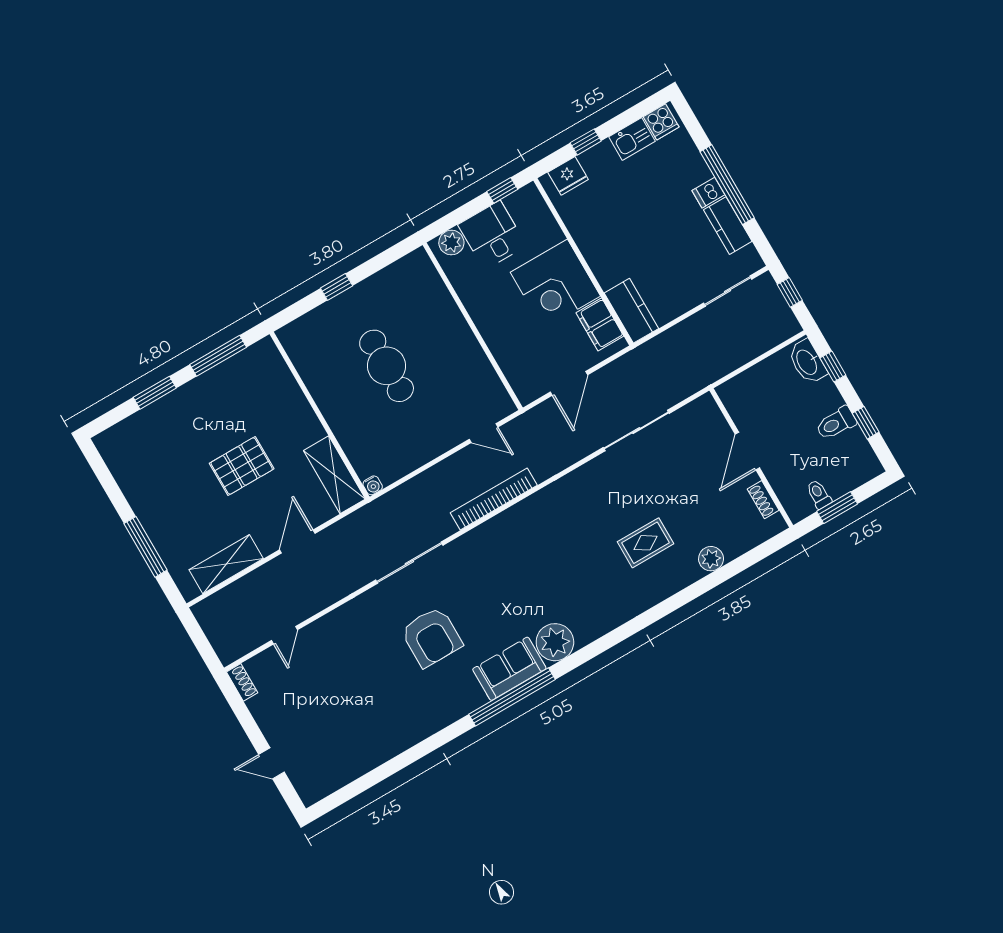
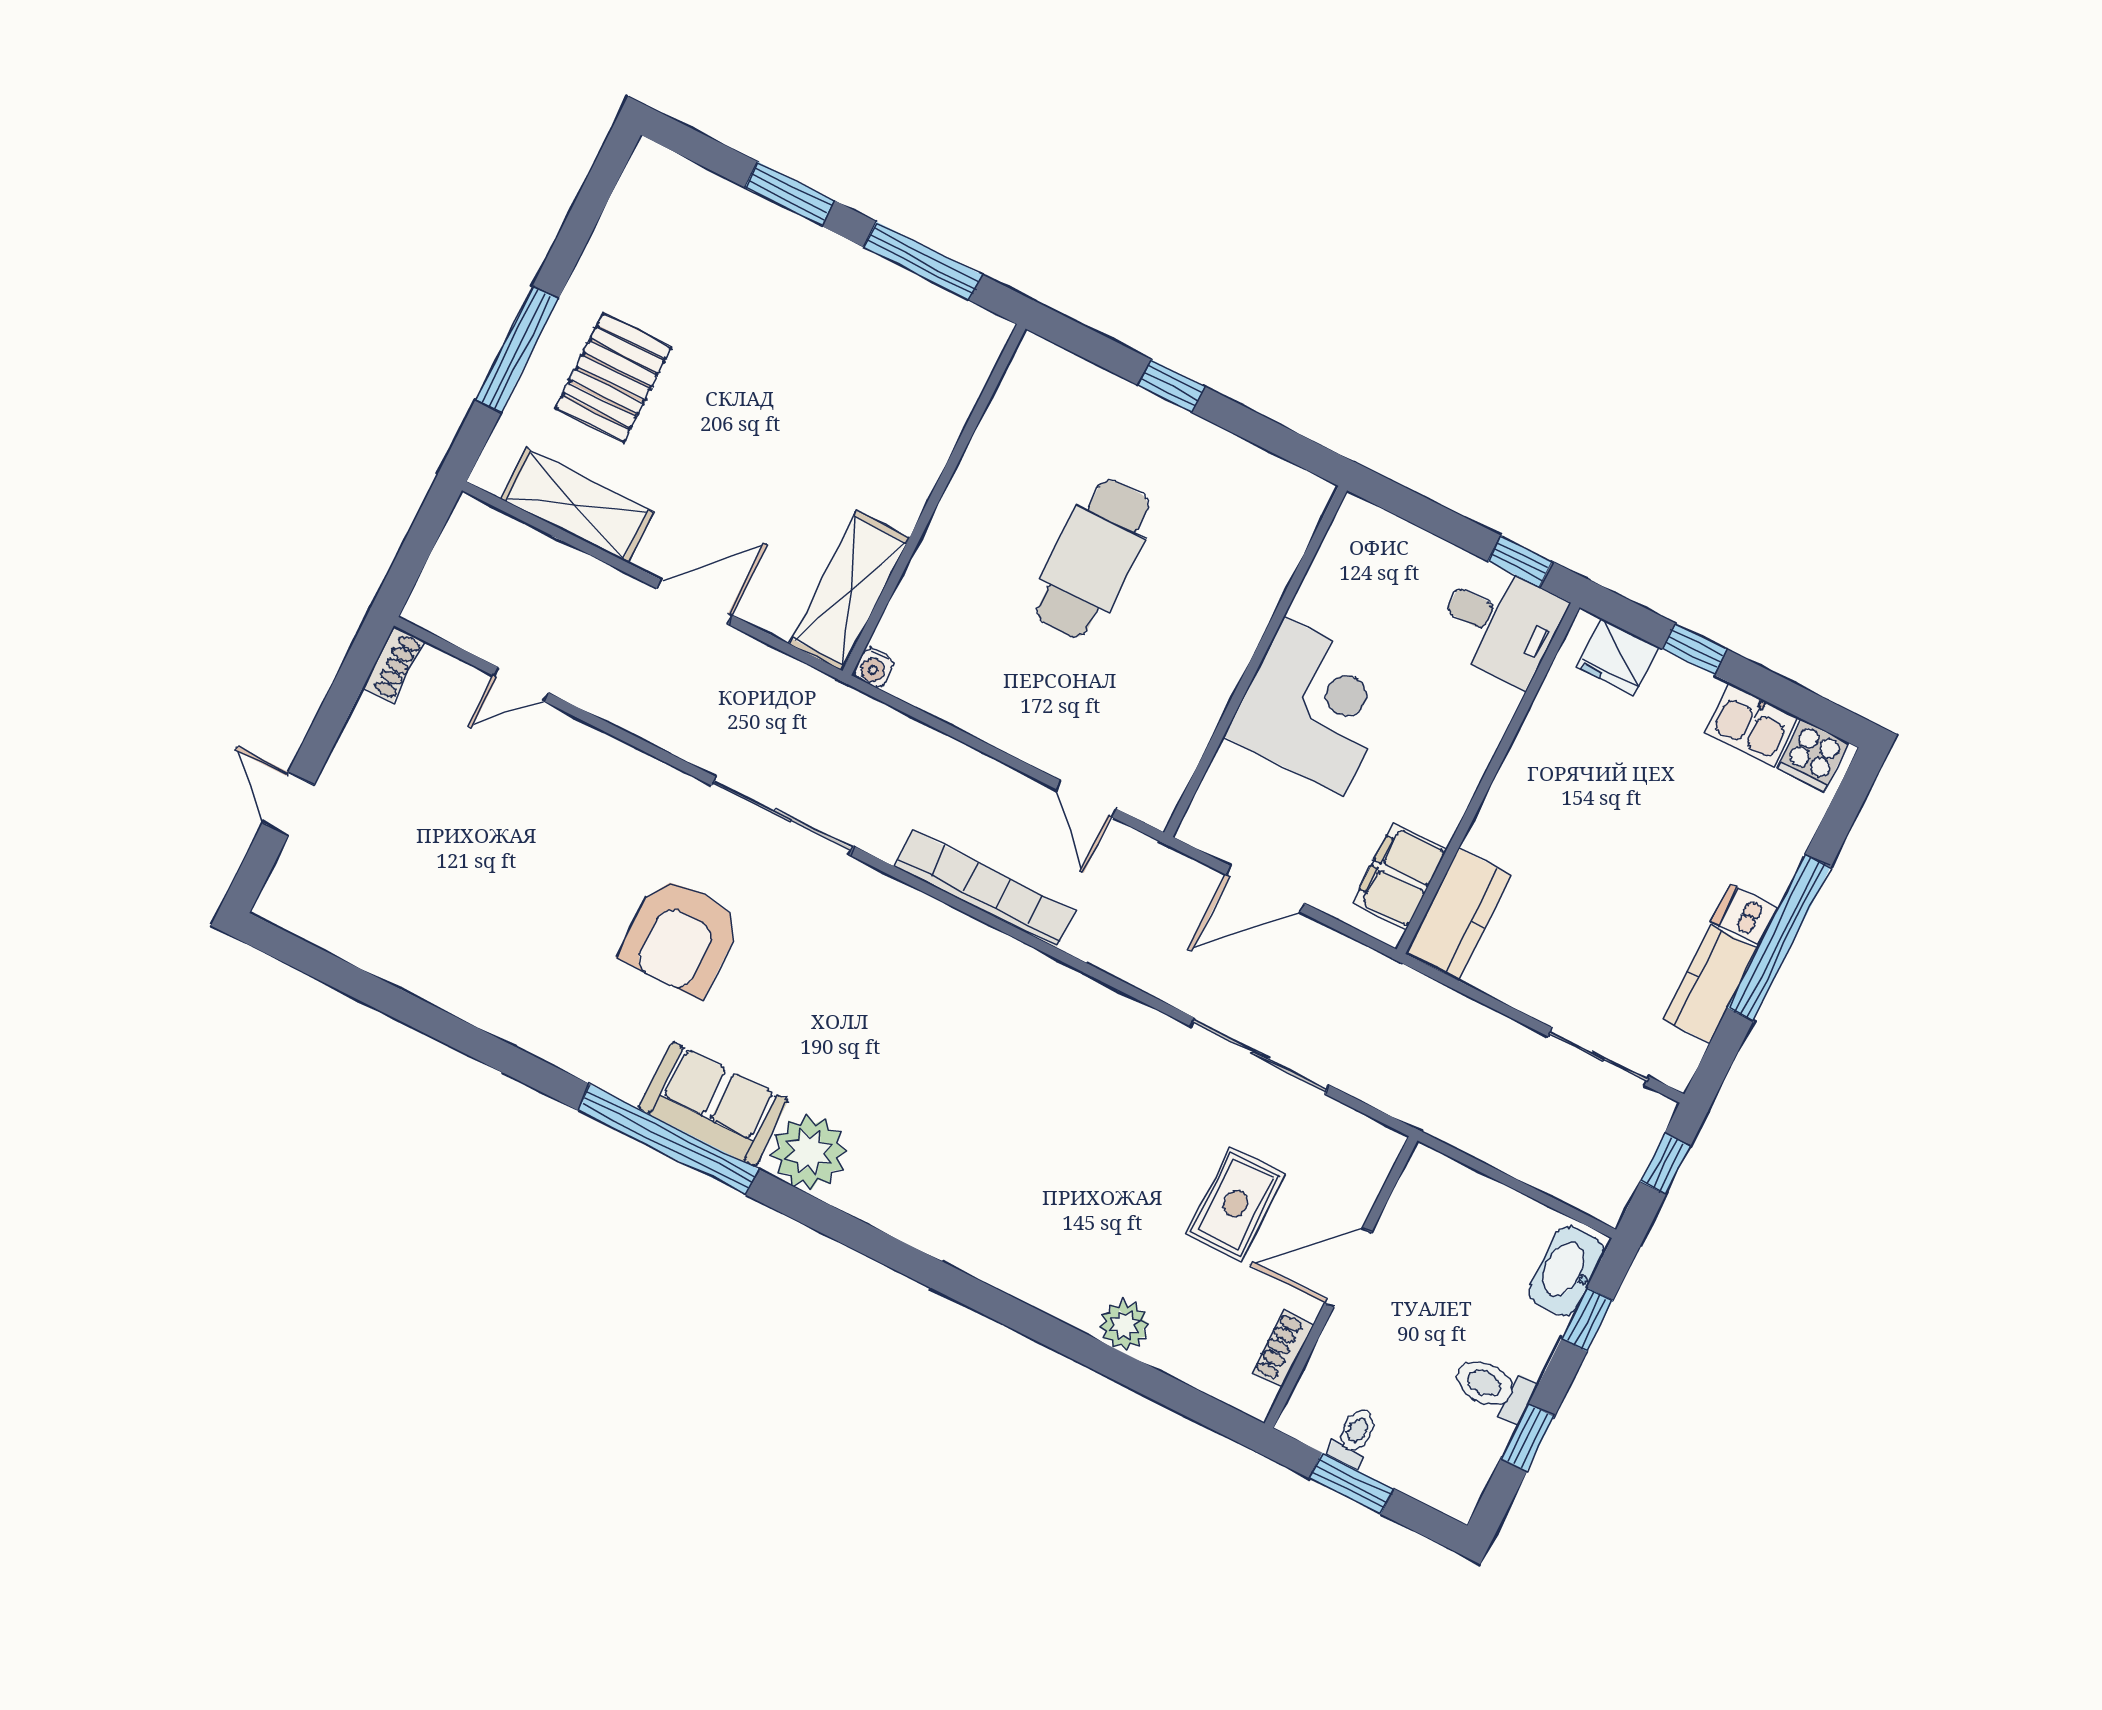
desk: (492, 235) -> (1500, 623), moved, turned 90
plant: (451, 243) -> (1375, 532), removed
corner desk: (555, 284) -> (1313, 706), moved, turned 180
pallet: (242, 466) -> (614, 378), moved, turned 90
rug: (646, 543) -> (1236, 1204), moved, turned 90

